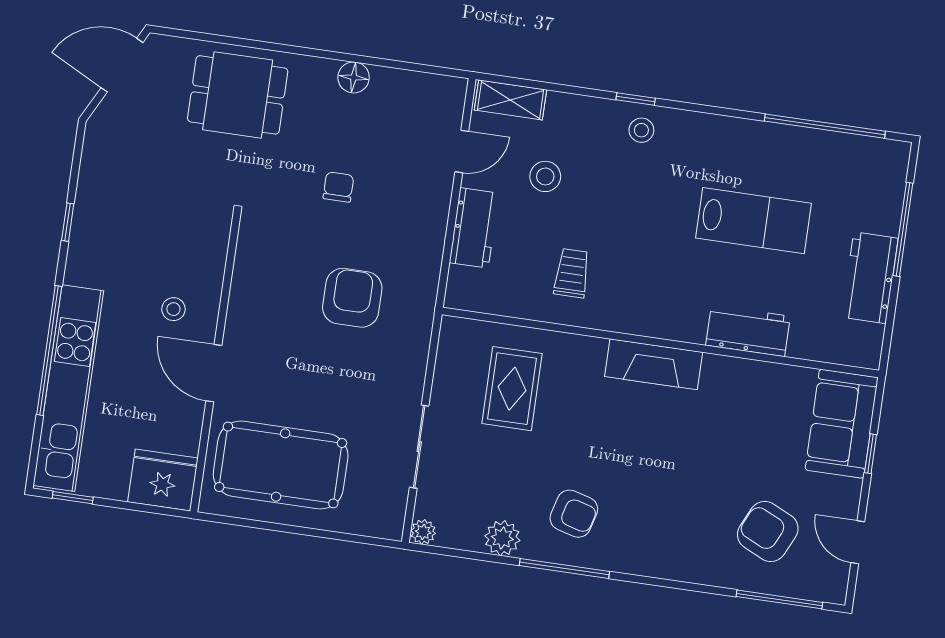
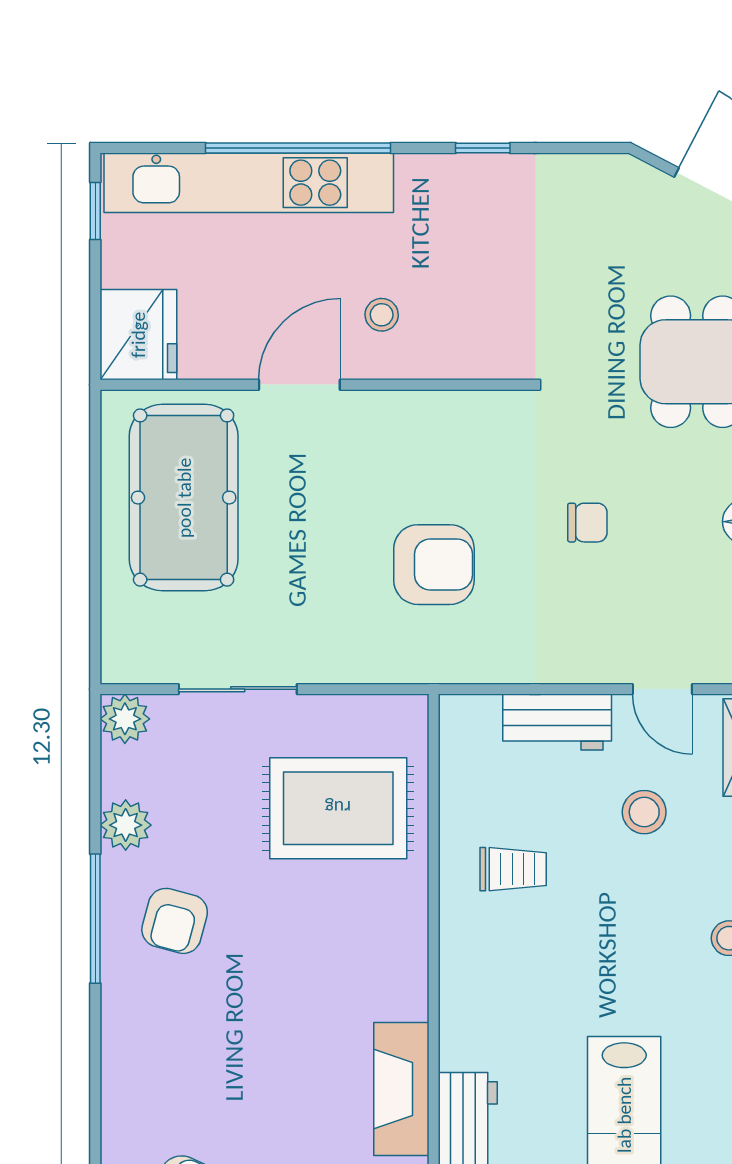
fireplace: (654, 364) -> (401, 1089), moved
rug: (512, 389) -> (338, 808), width x1.36, depth x1.43
plant: (423, 532) -> (125, 719), width x1.38, depth x1.38

